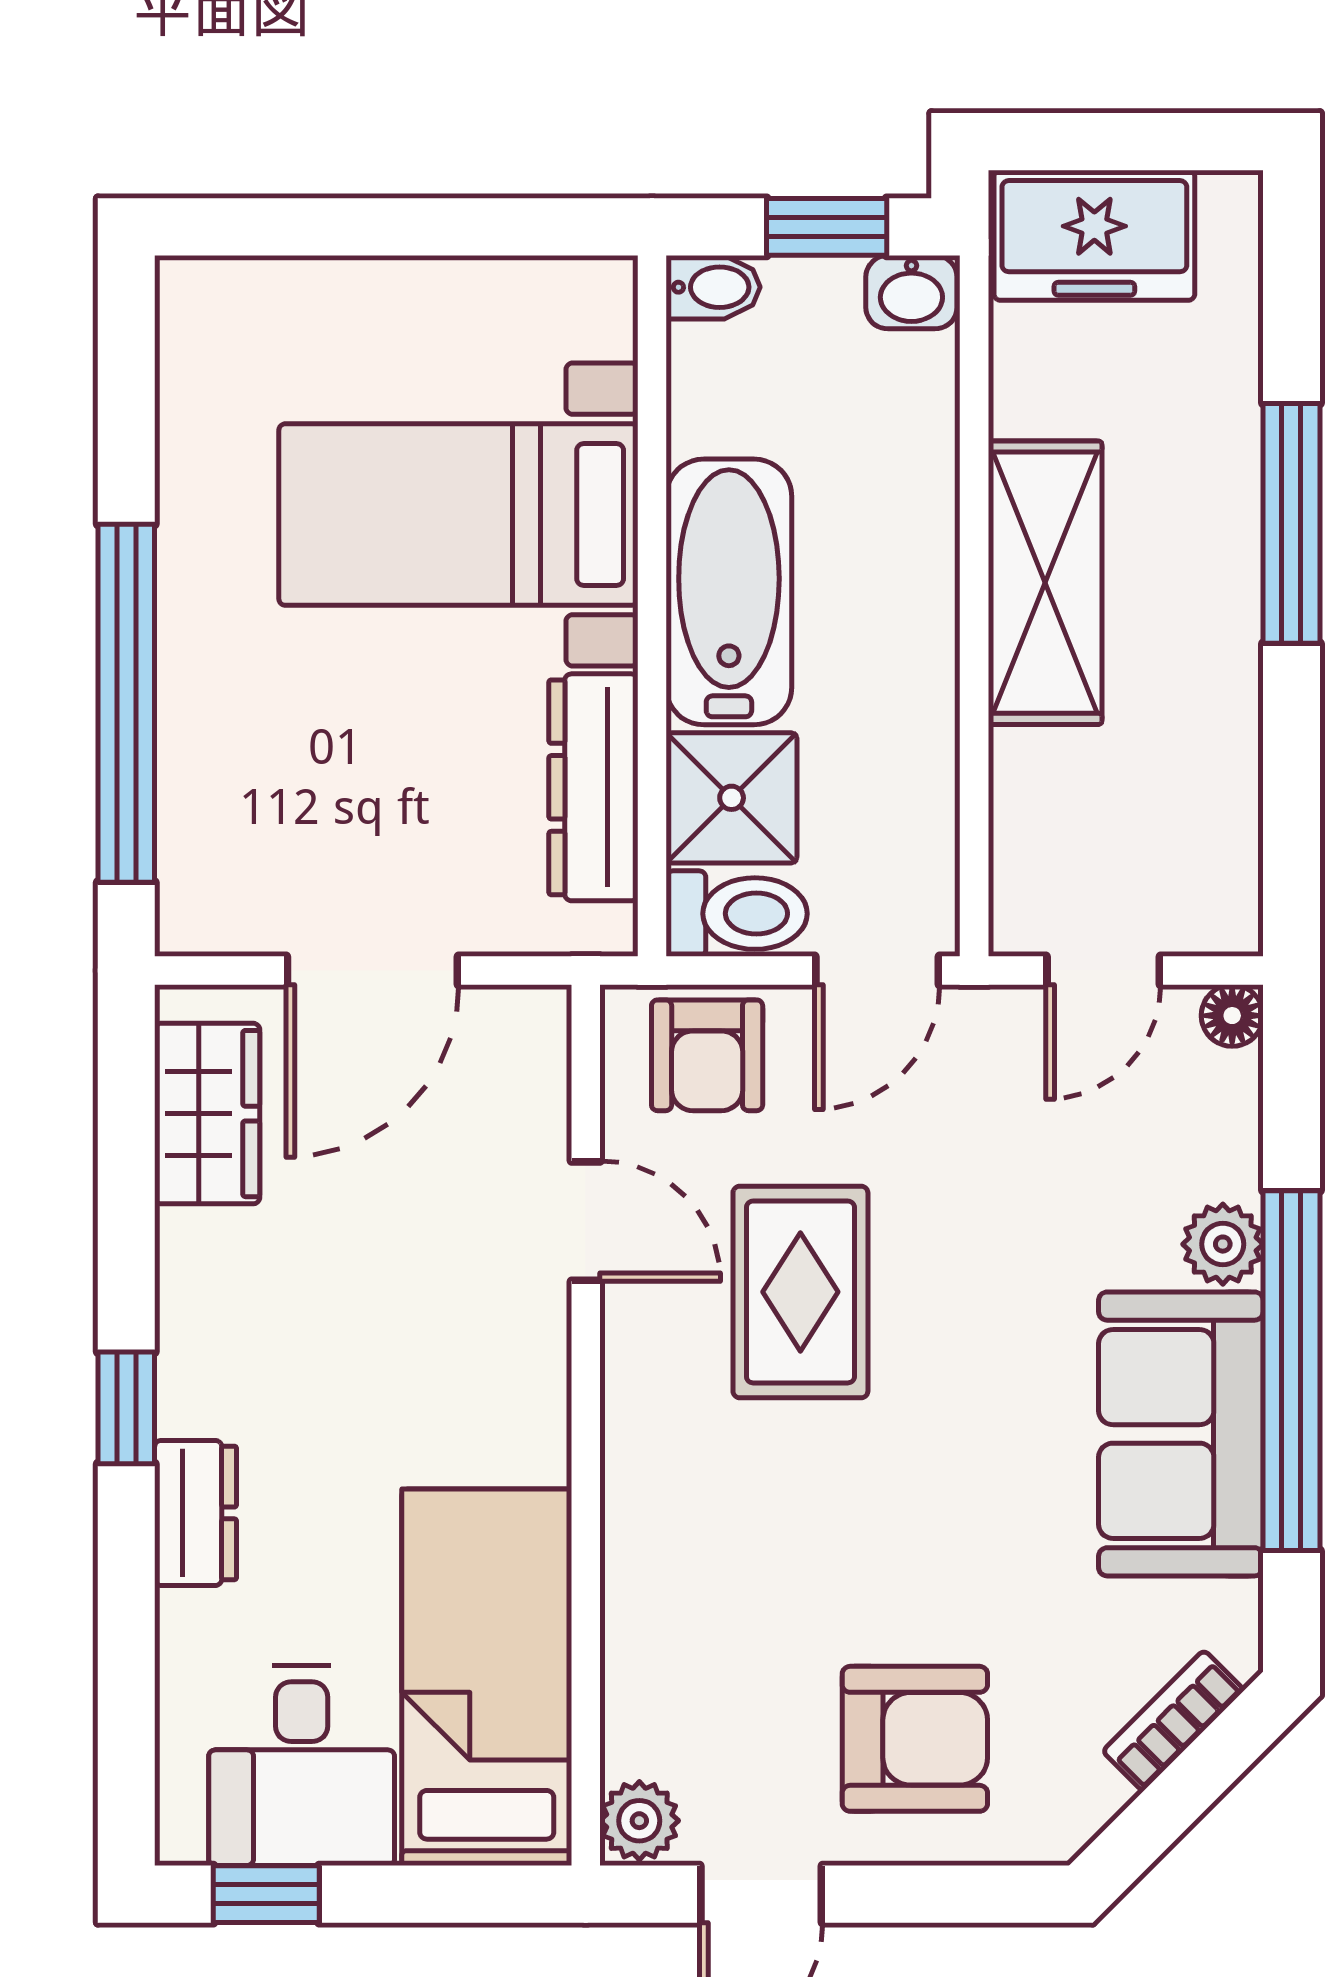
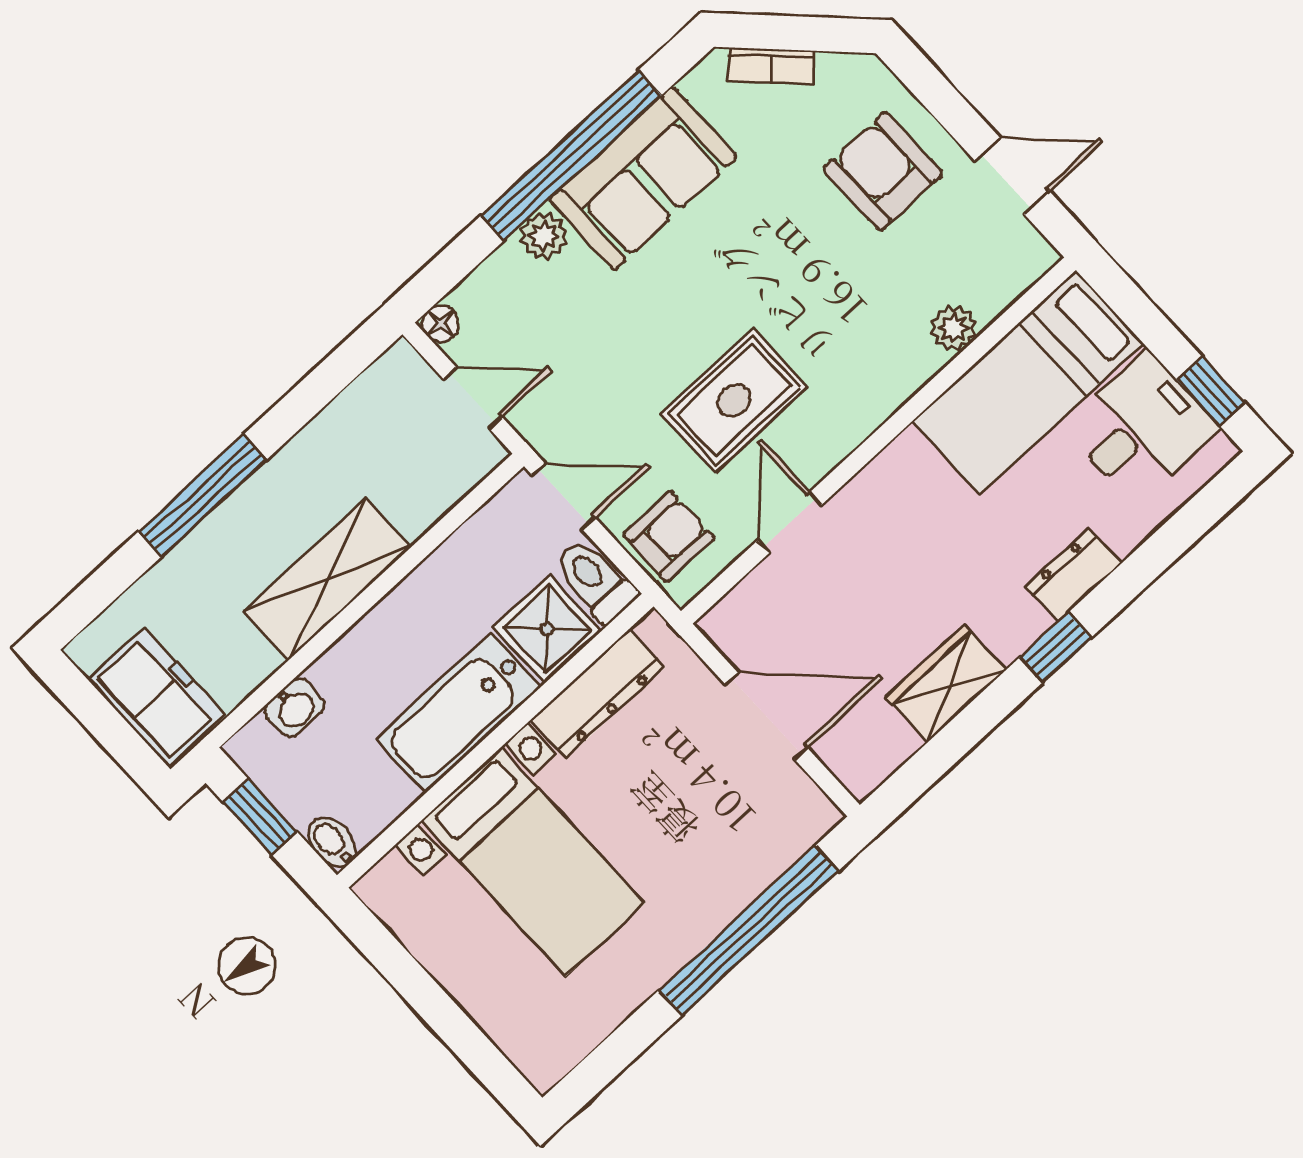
washbasin: (911, 292) -> (294, 708), moved, turned 90
wardrobe: (207, 1114) -> (946, 683), moved
plant: (639, 1821) -> (954, 328), moved

